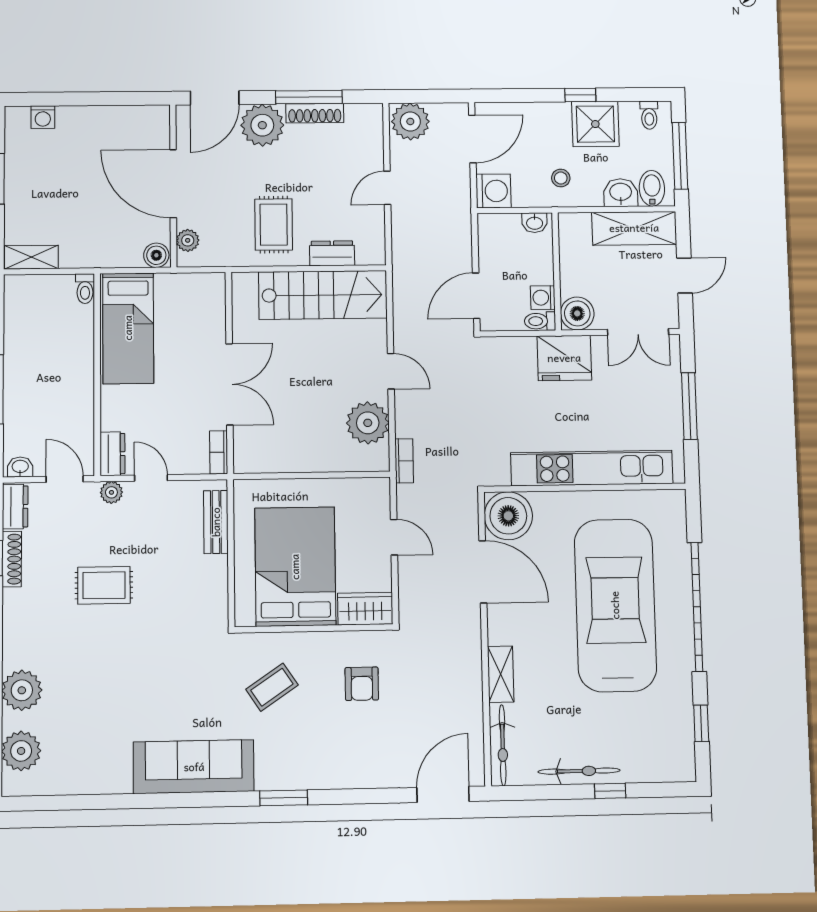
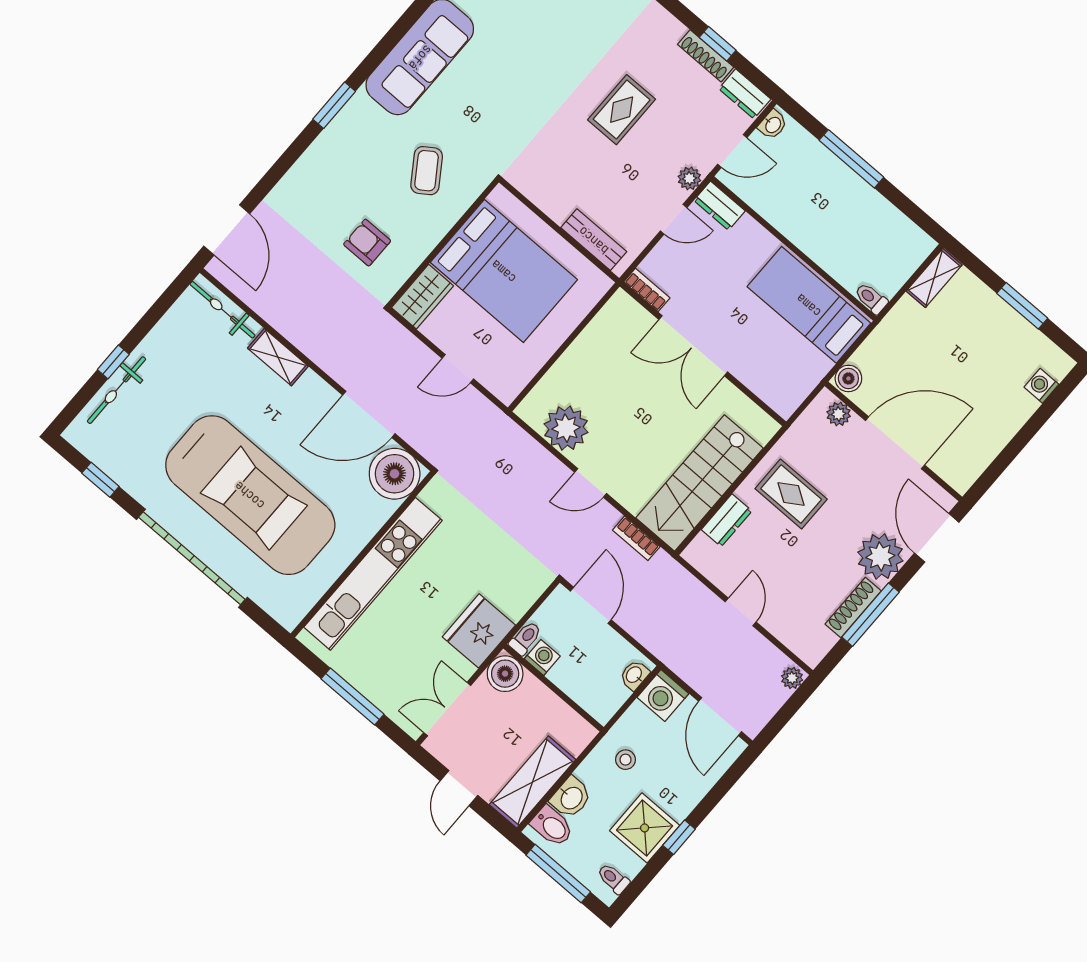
plant: (410, 121) -> (792, 678), width x0.53, depth x0.53
washbasin: (535, 223) -> (634, 675), moved
bookcase: (404, 461) -> (636, 538), moved
bicycle: (579, 771) -> (116, 390), moved

